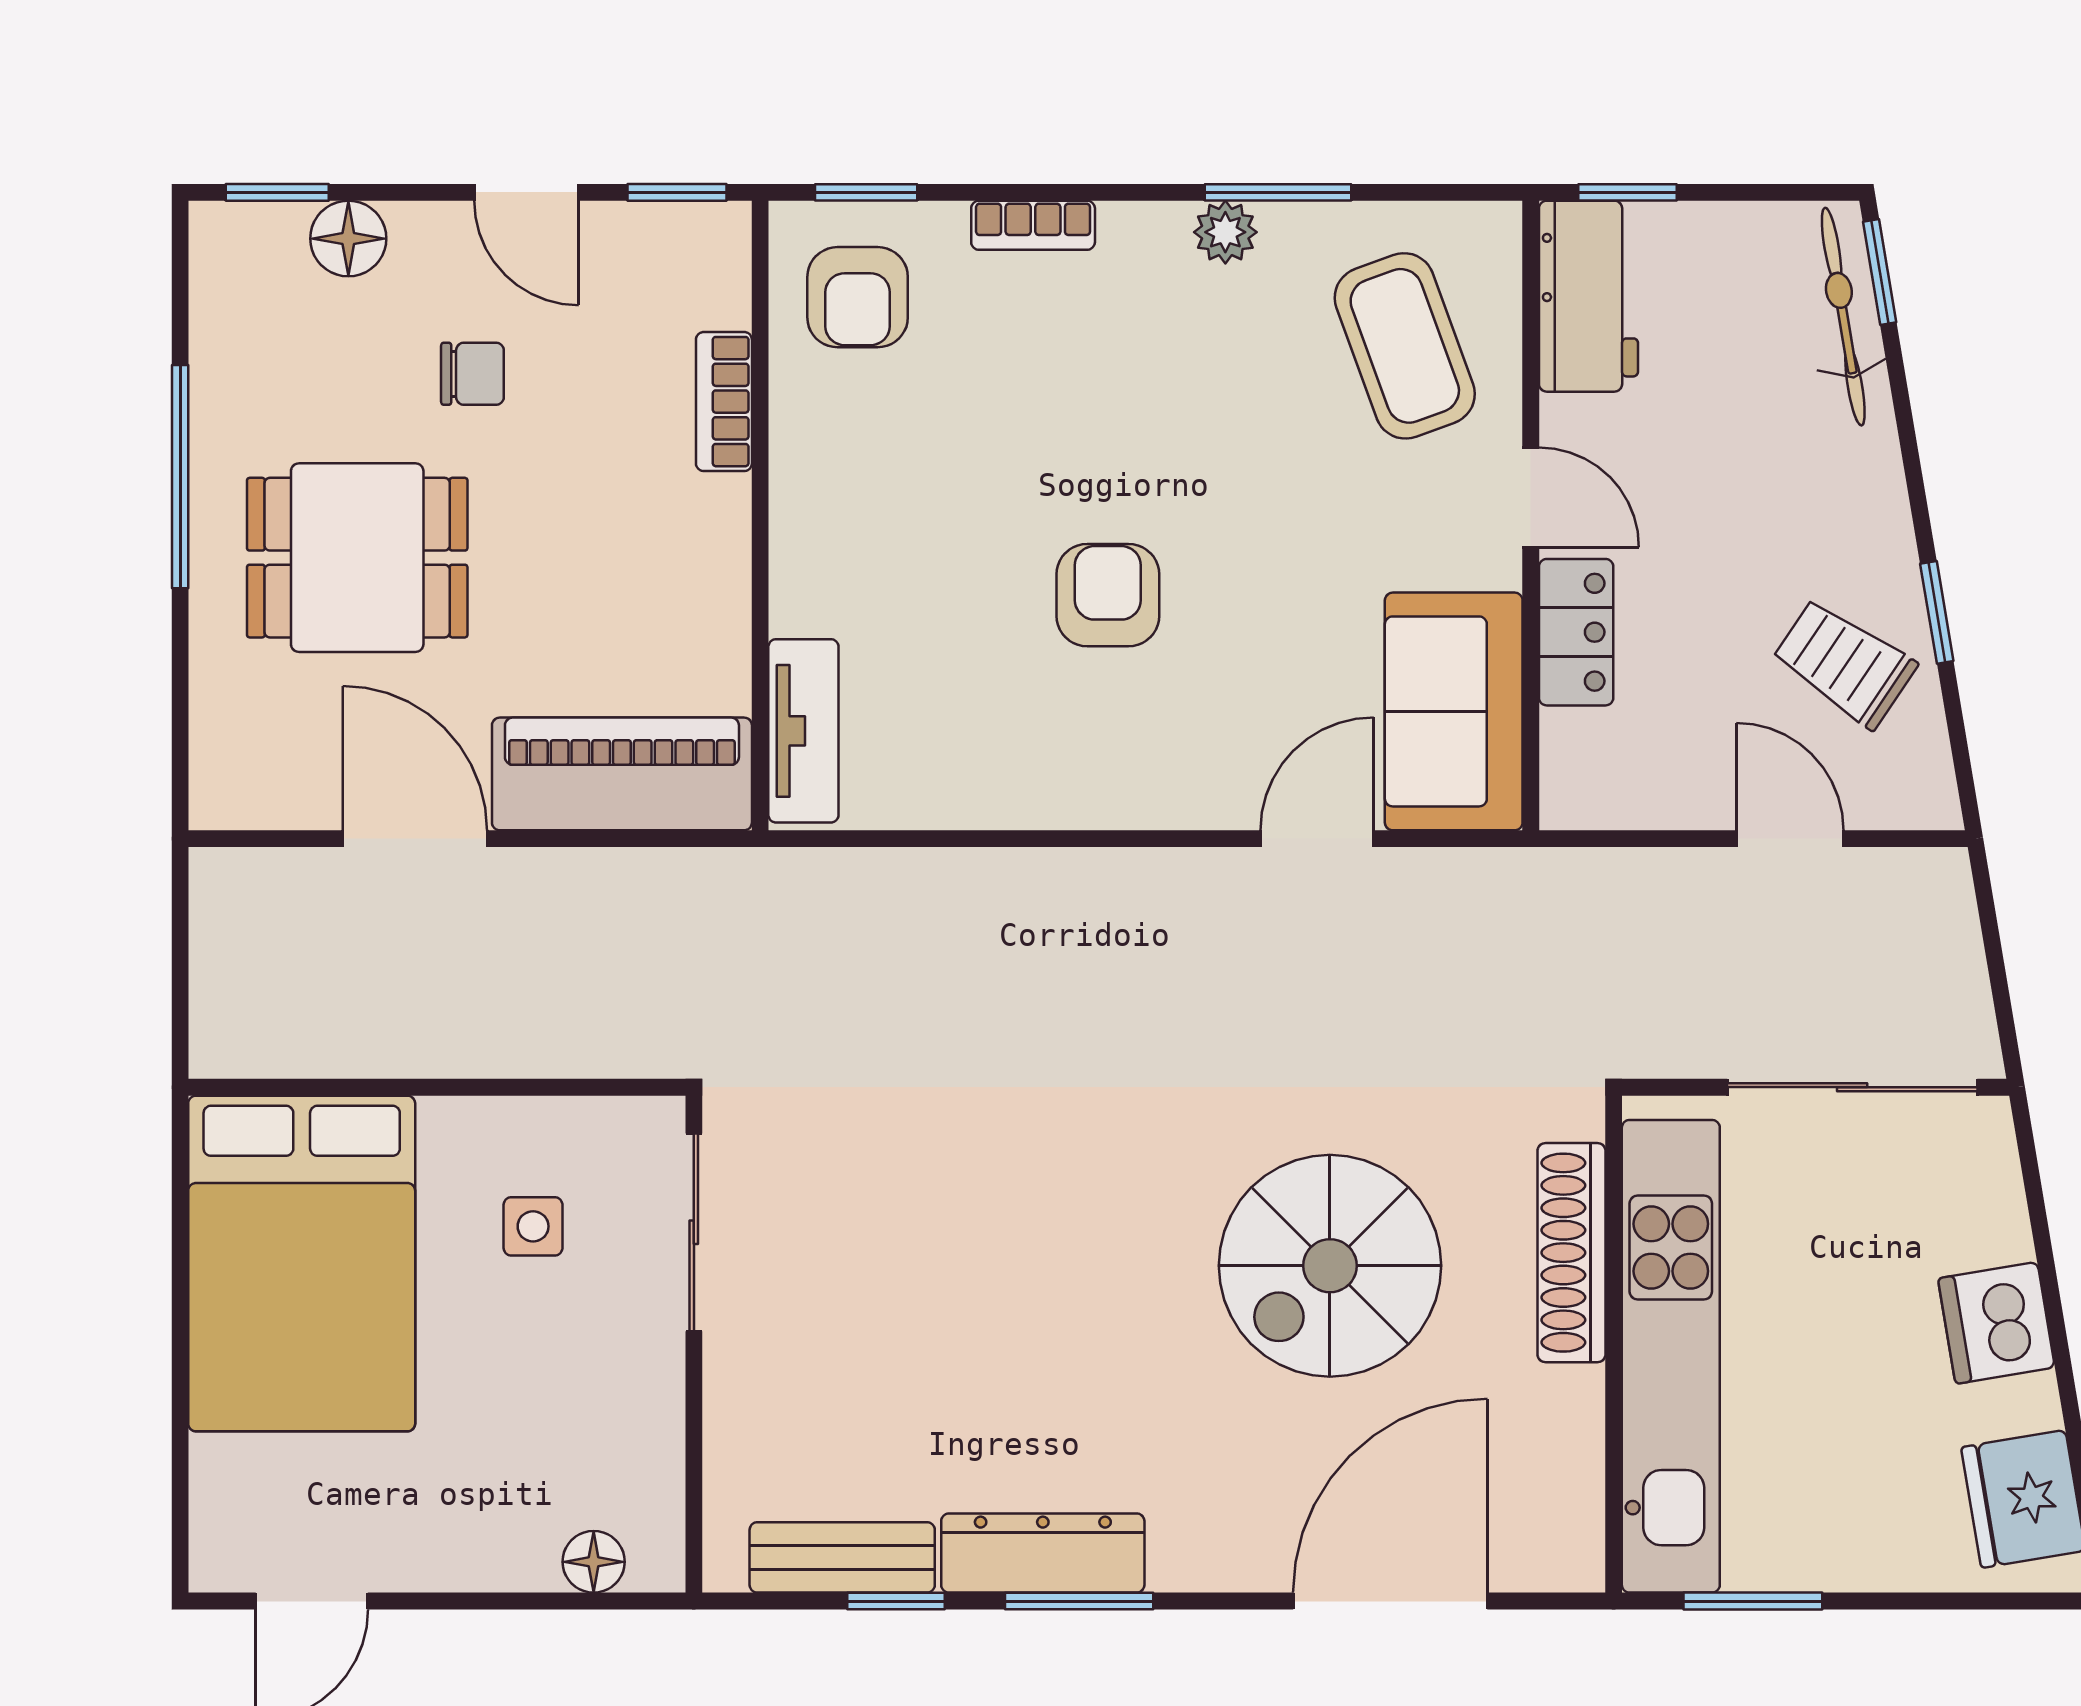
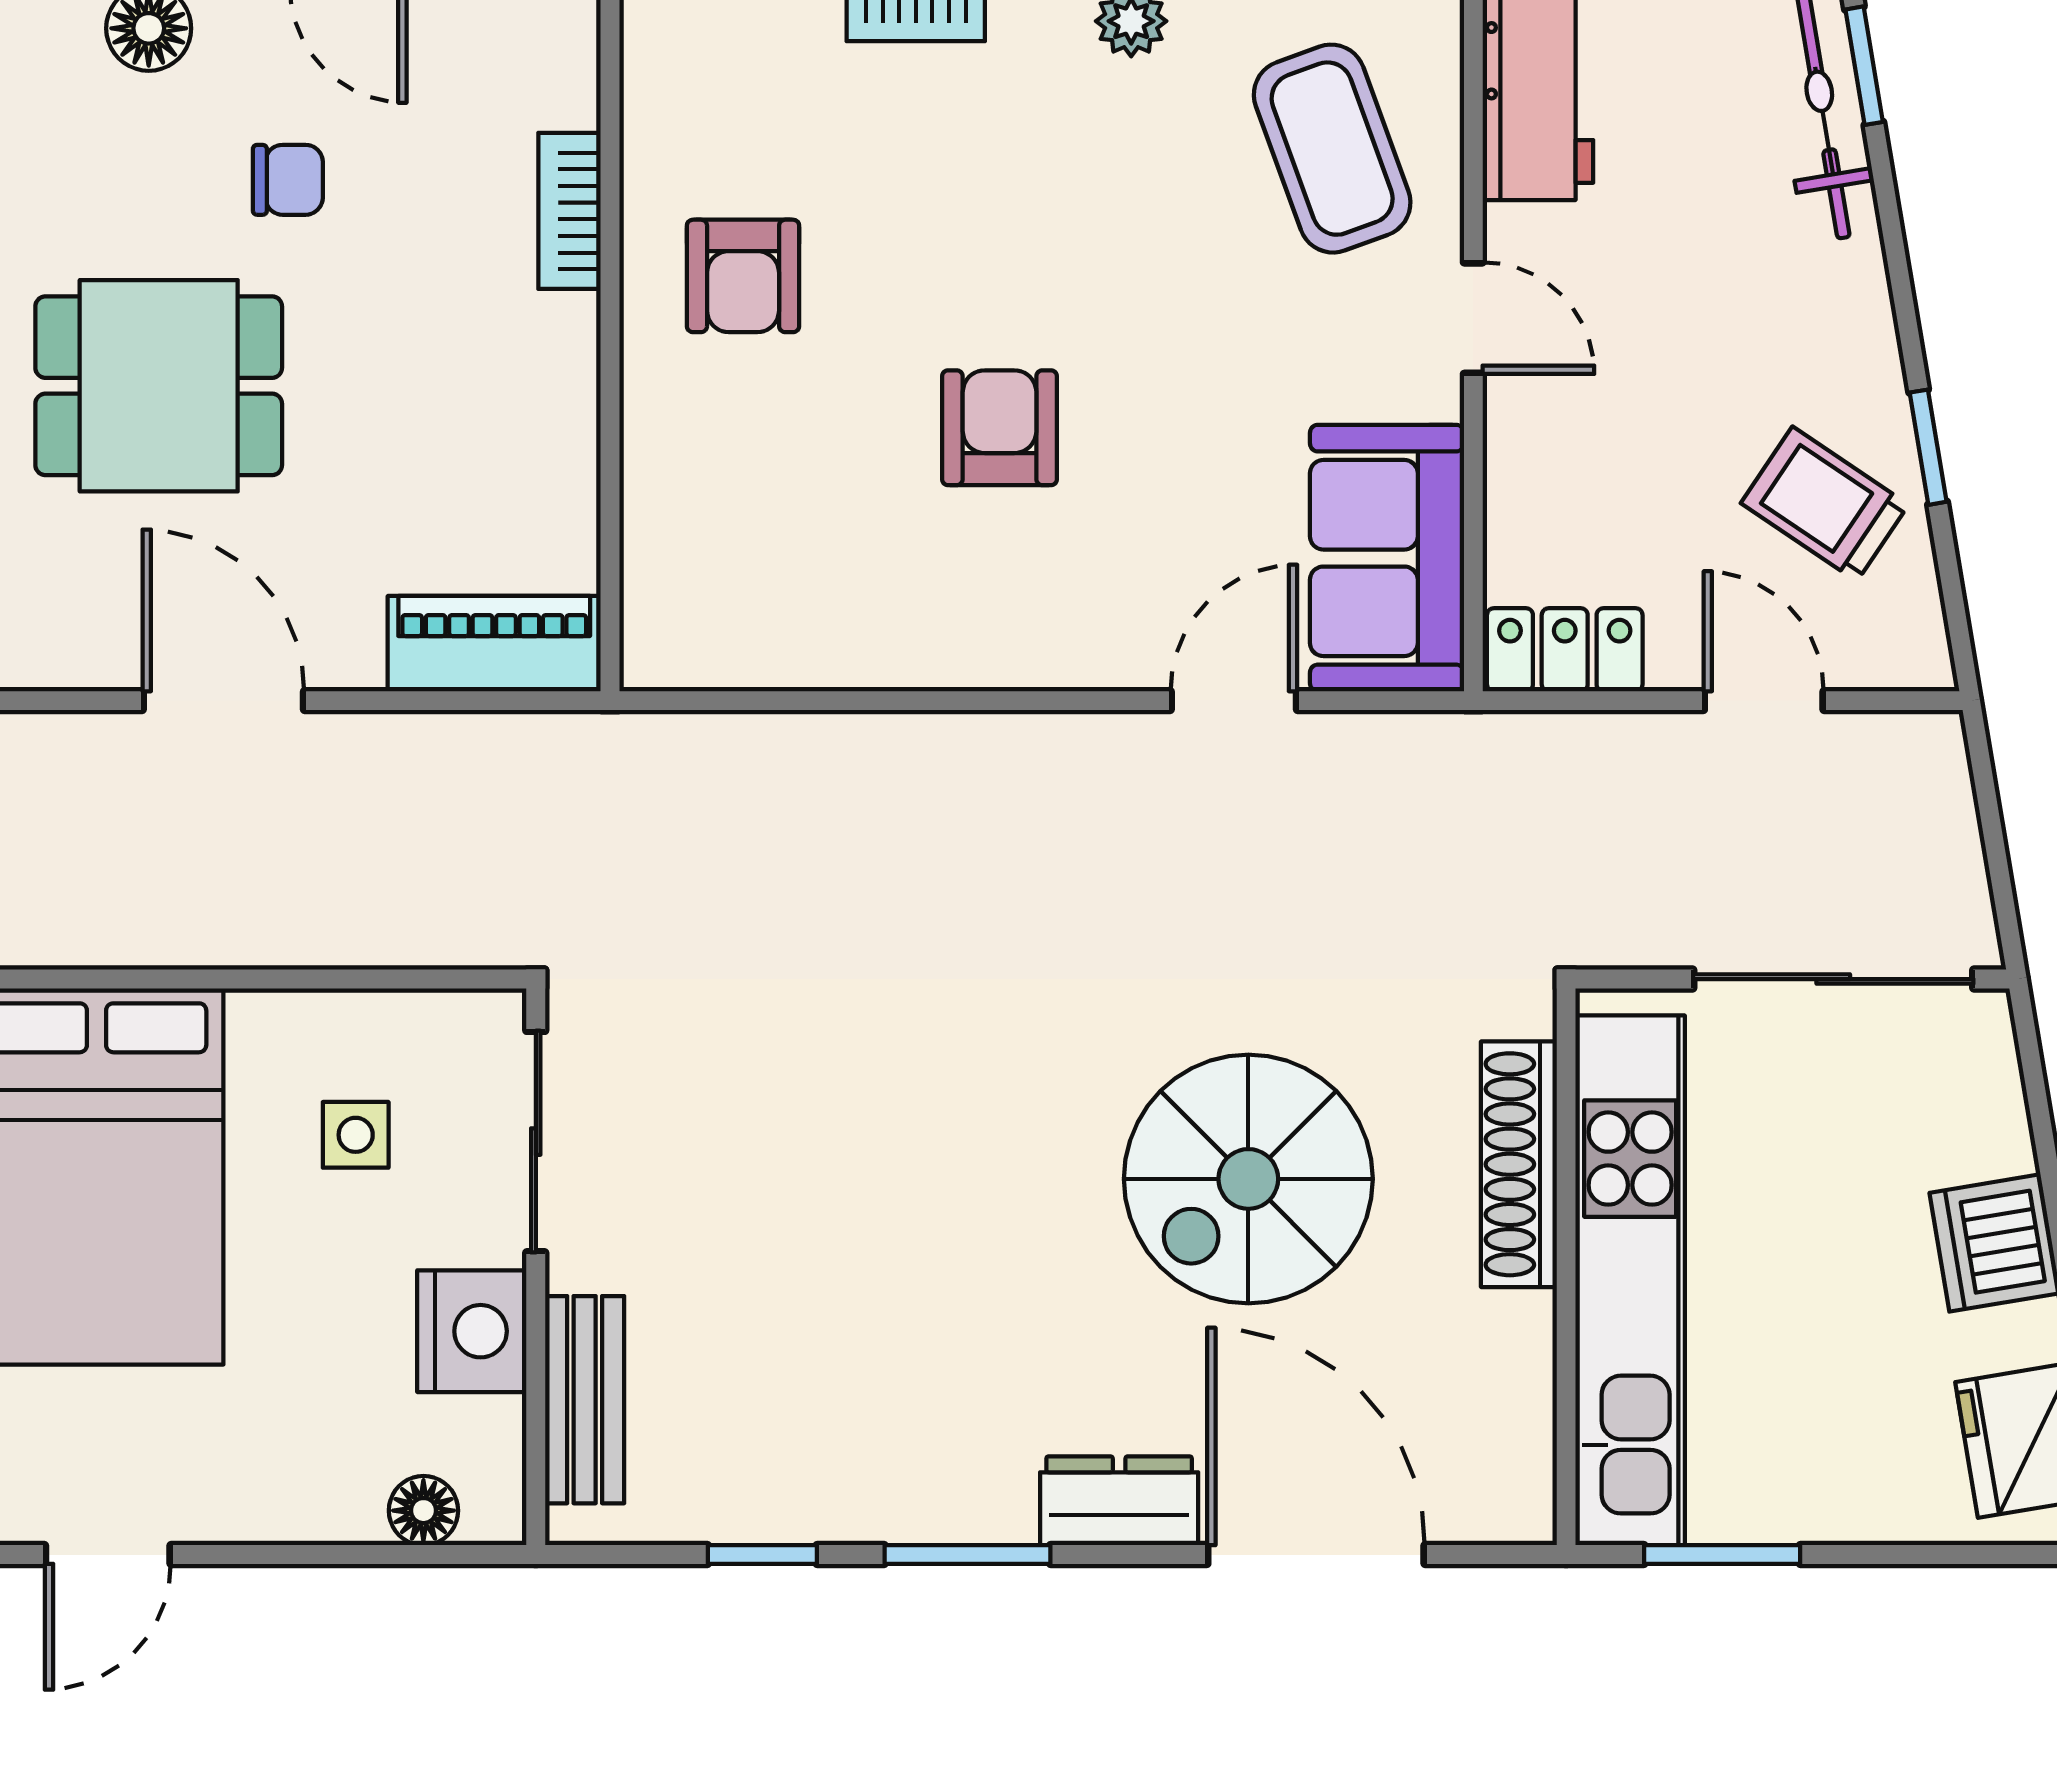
armchair: (858, 297) -> (743, 276), moved
locker: (1576, 632) -> (1565, 650), moved, turned -90
tv unit: (803, 731) -> (659, 580), removed
piano: (622, 774) -> (494, 644), width x0.73, depth x0.75
nightstand: (637, 1402) -> (472, 1331), added
dresser: (1043, 1553) -> (1119, 1501), moved, width x0.70
bench: (842, 1557) -> (585, 1400), moved, turned 90
door: (1390, 1601) -> (1316, 1555), hinge flipped

